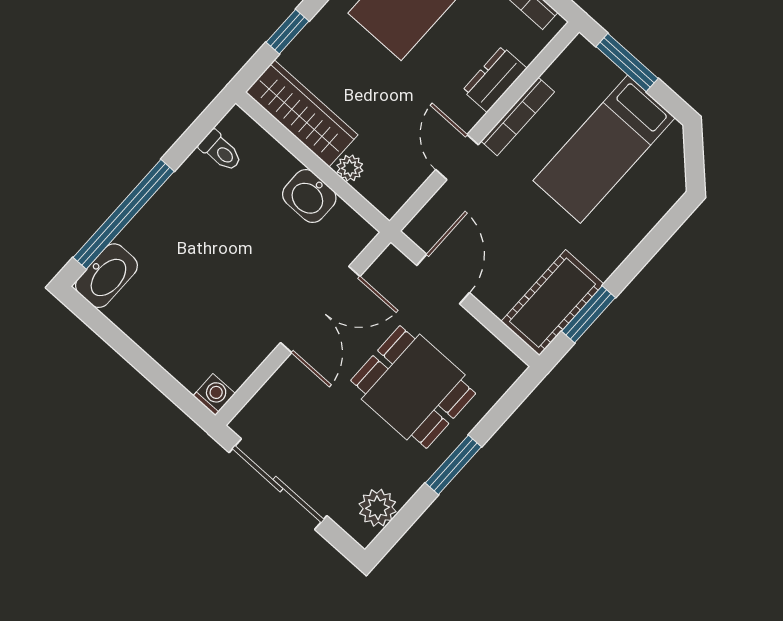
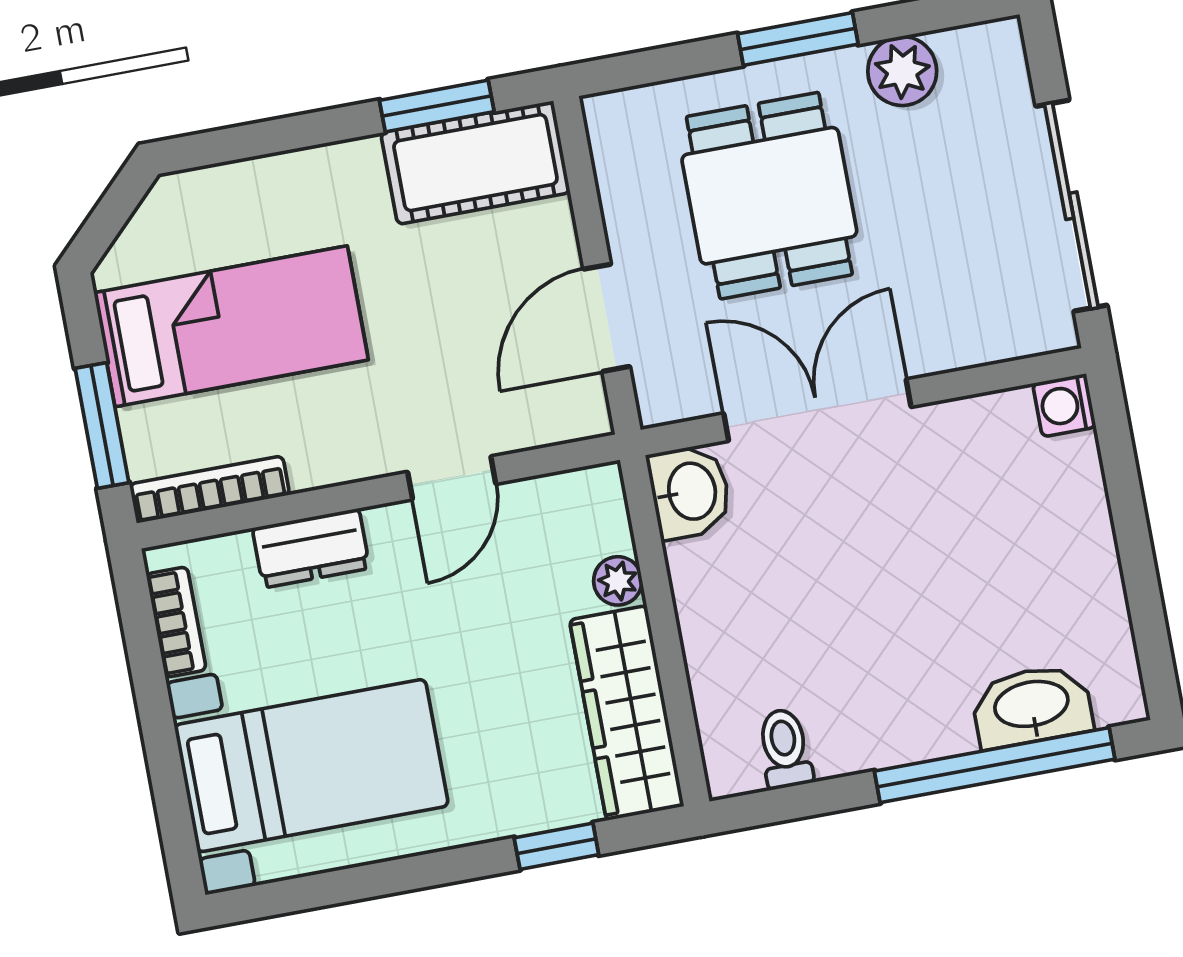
bookcase: (518, 117) -> (209, 489), moved
washbasin: (309, 196) -> (690, 492), moved
washbasin: (106, 276) -> (1032, 706), moved
plant: (378, 508) -> (902, 71), moved

